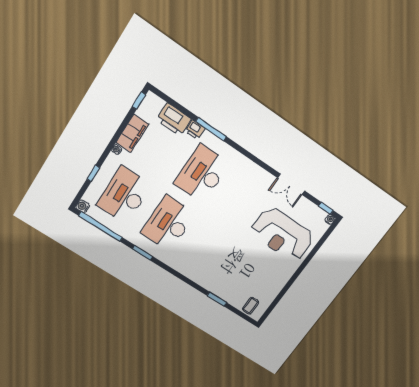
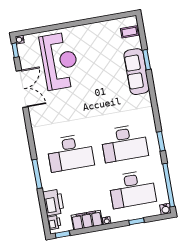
printer: (195, 130) -> (54, 223), moved
double door: (291, 184) -> (22, 89), width x1.37
sofa: (215, 284) -> (137, 72), added

